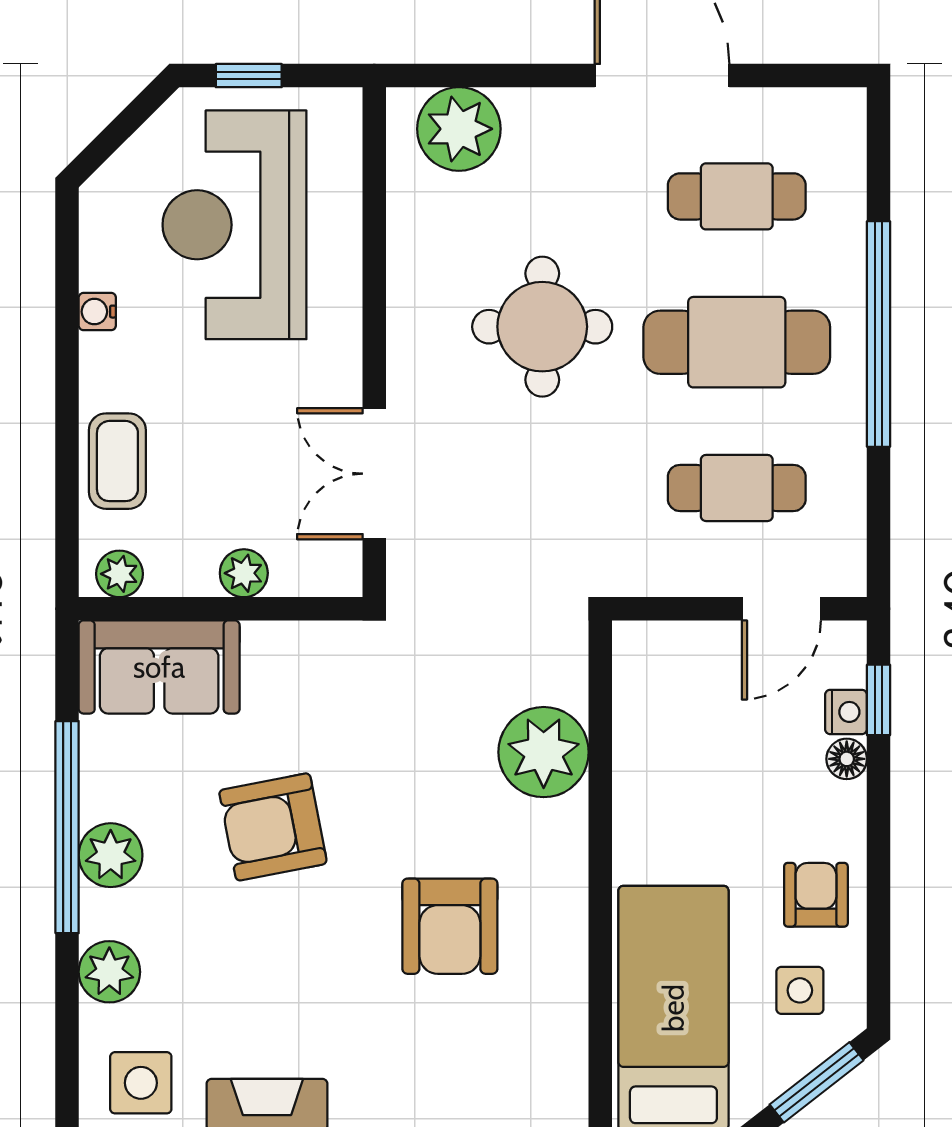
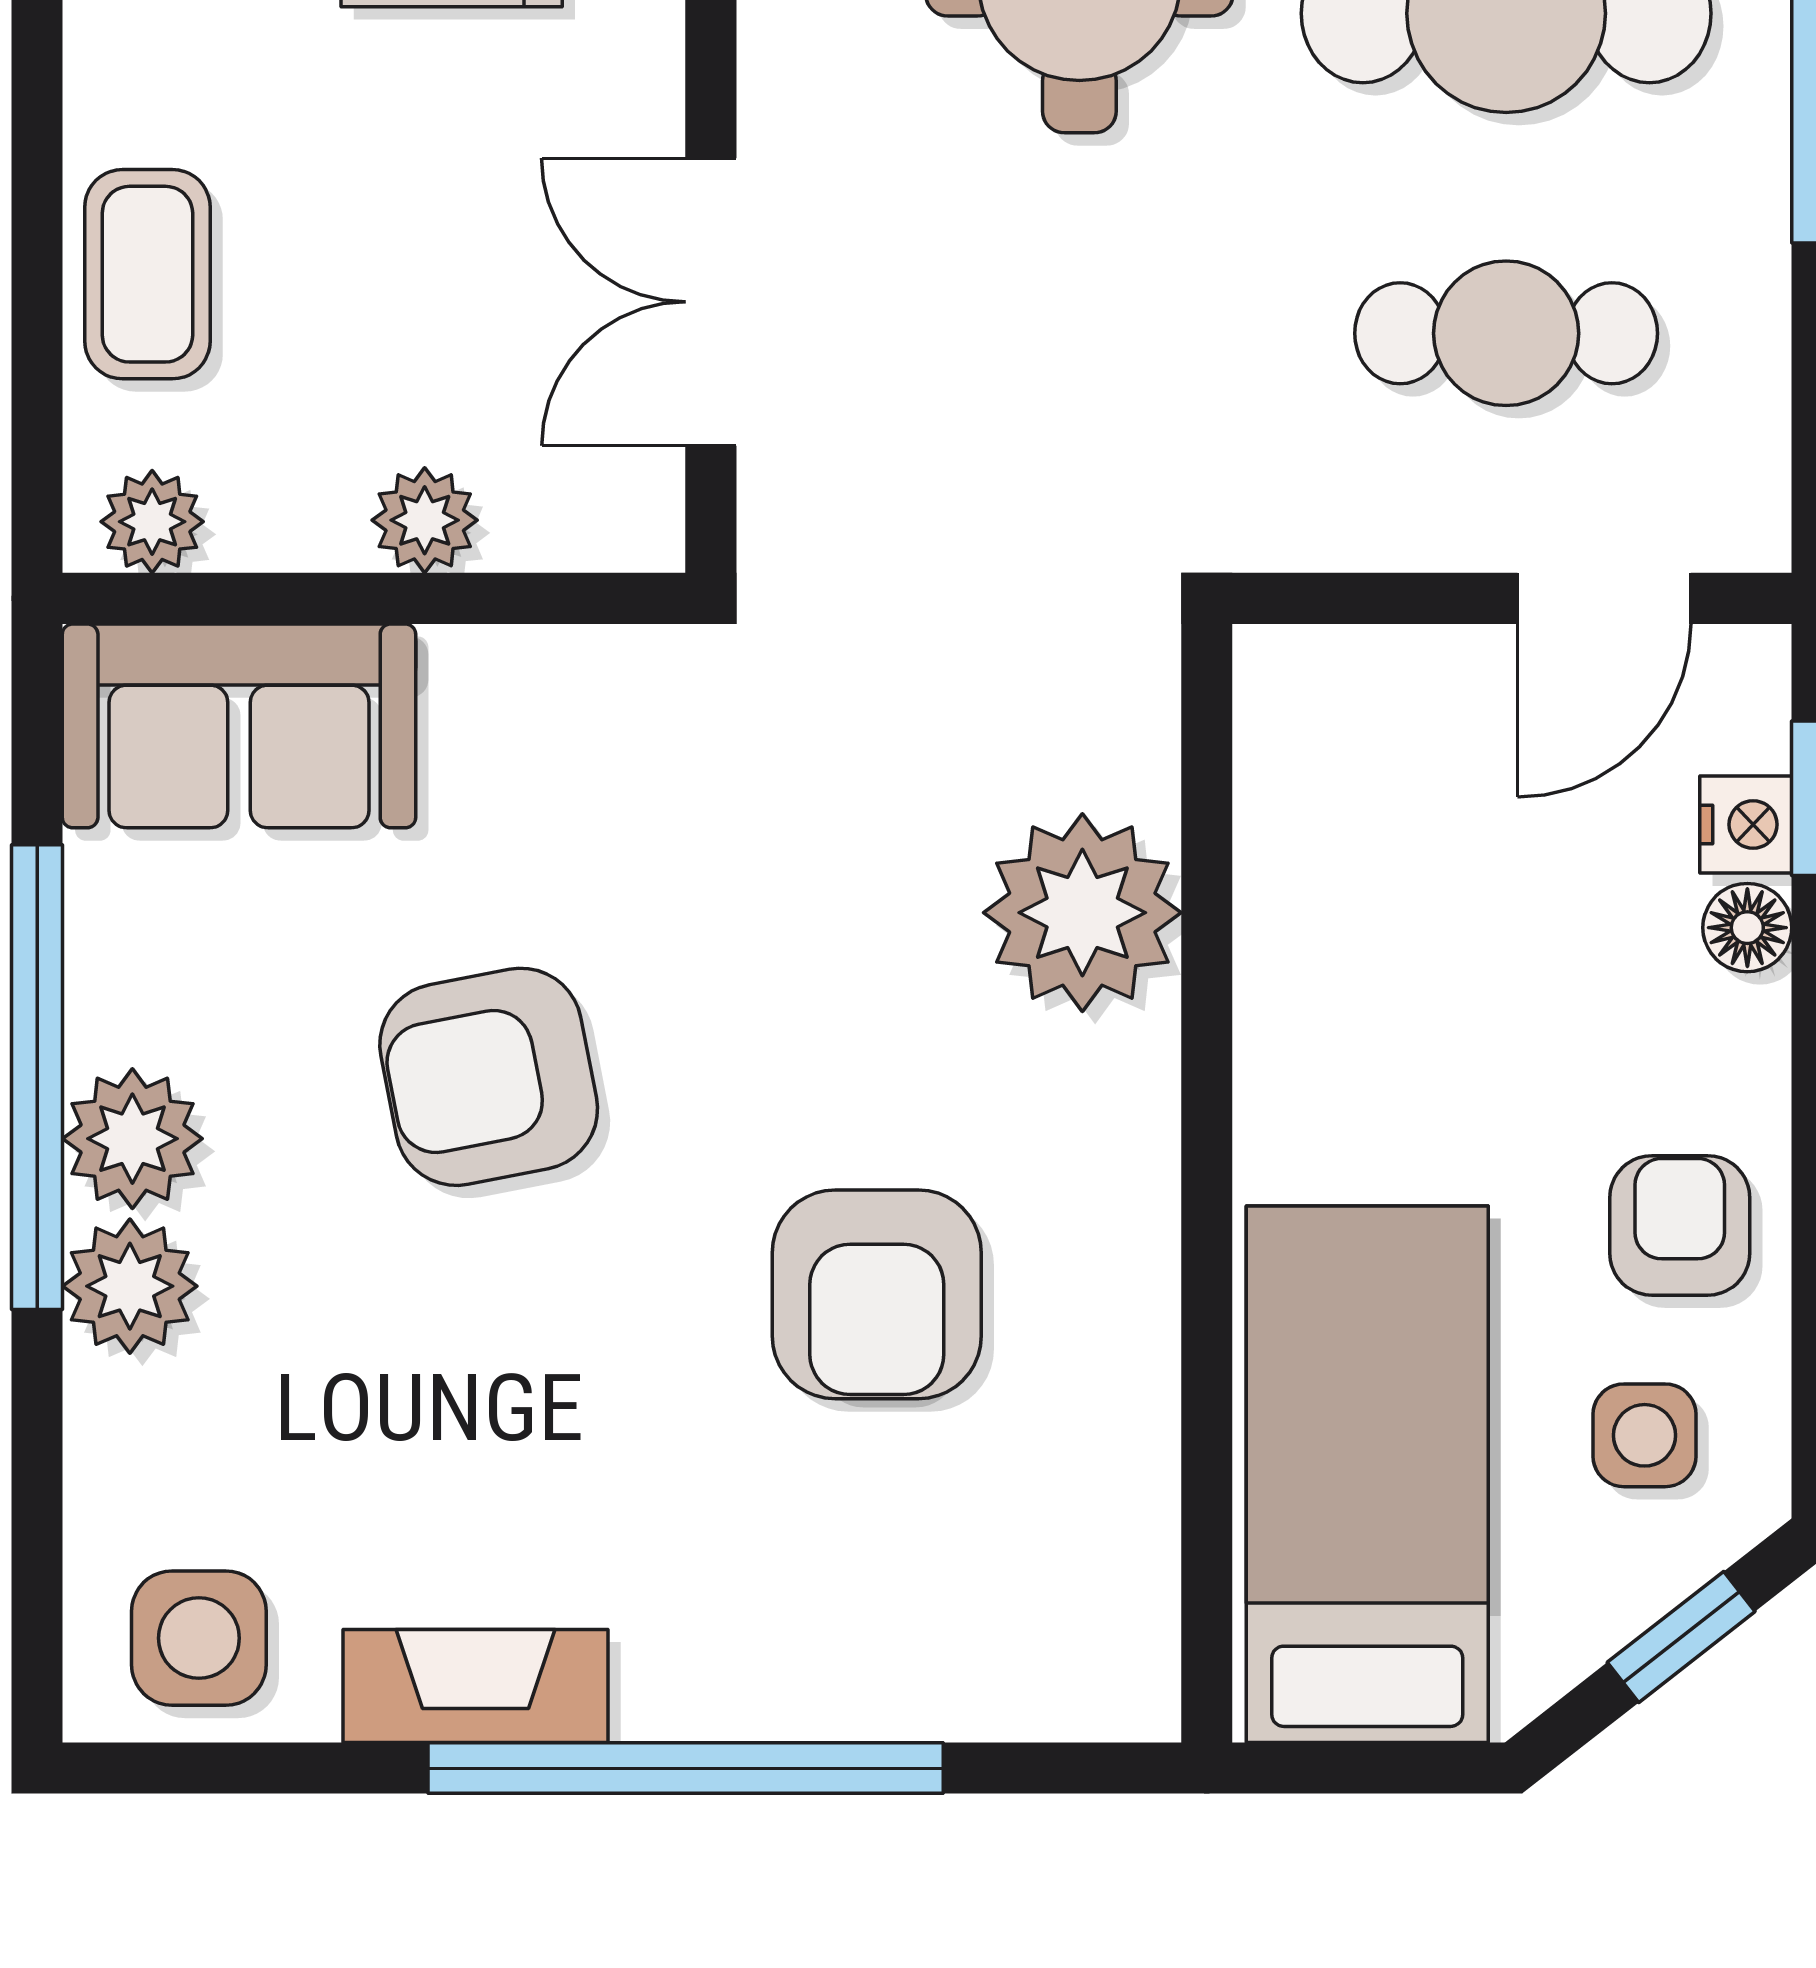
plant: (109, 972) -> (130, 1286), moved
window: (817, 1082) -> (1681, 1637), width x0.67

